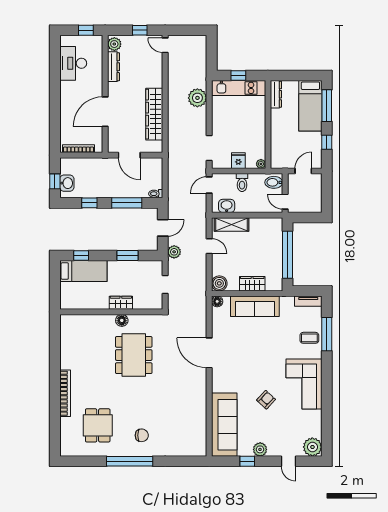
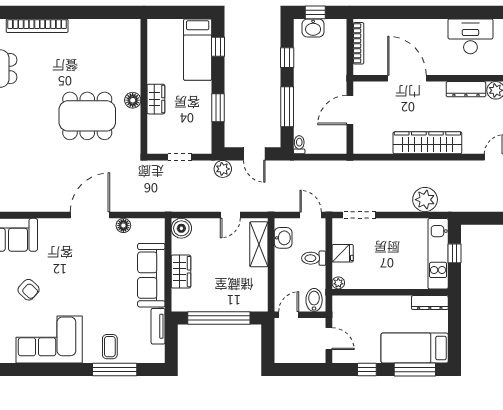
wardrobe: (154, 114) -> (427, 143), moved
floor lamp: (217, 301) -> (123, 225), moved
tv unit: (308, 301) -> (158, 326), moved

